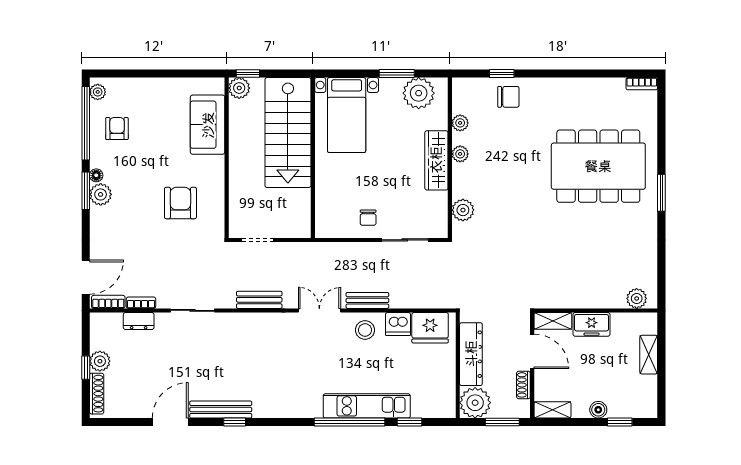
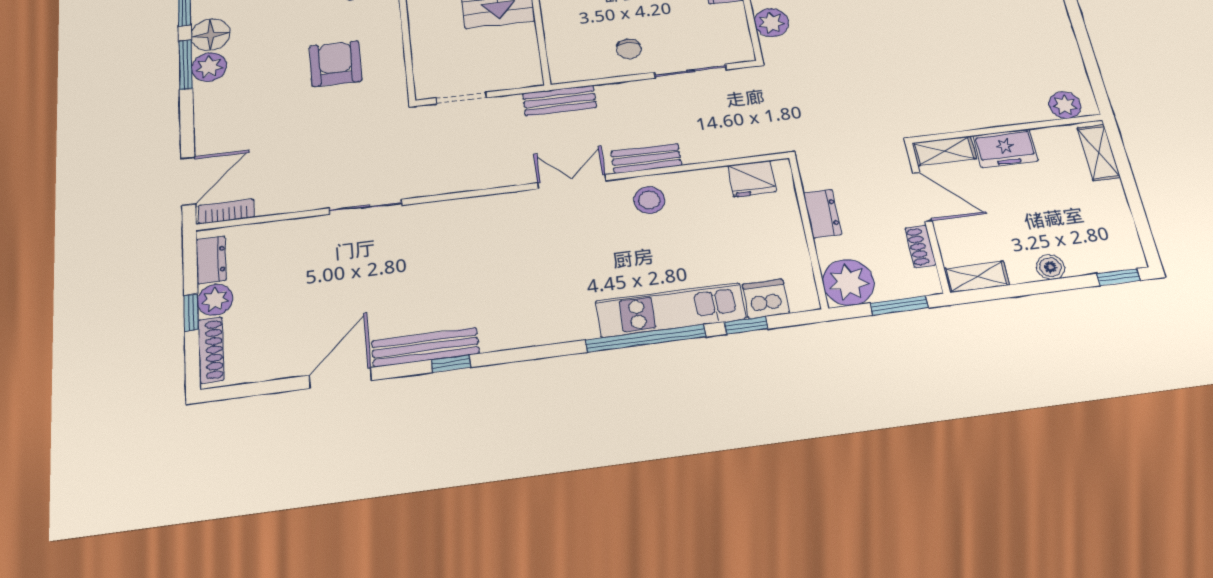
floor lamp: (96, 175) -> (211, 35), width x1.89, depth x1.89
bench: (259, 300) -> (560, 101), moved
bookcase: (141, 303) -> (280, 206), removed
dresser: (139, 321) -> (211, 260), moved, turned -90
dishwasher: (398, 324) -> (766, 299), moved, turned 180
fridge: (430, 328) -> (752, 179), width x0.73, depth x0.75
dresser: (471, 354) -> (822, 213), width x0.51, depth x0.80
shelving: (649, 355) -> (1099, 153), moved
window: (620, 422) -> (1118, 277), moved

